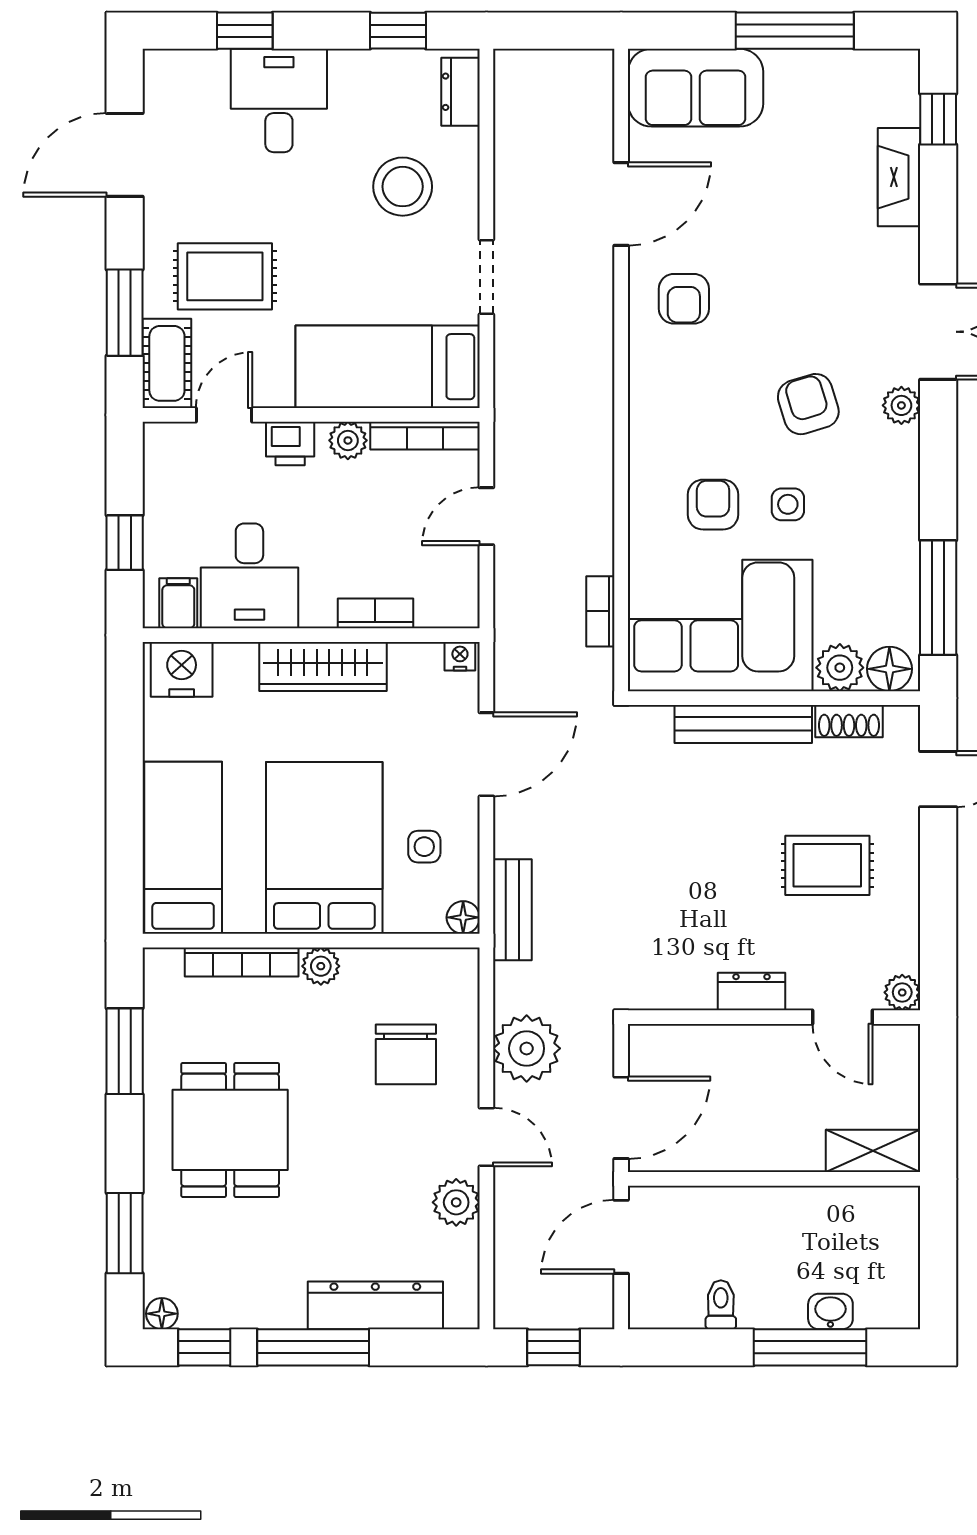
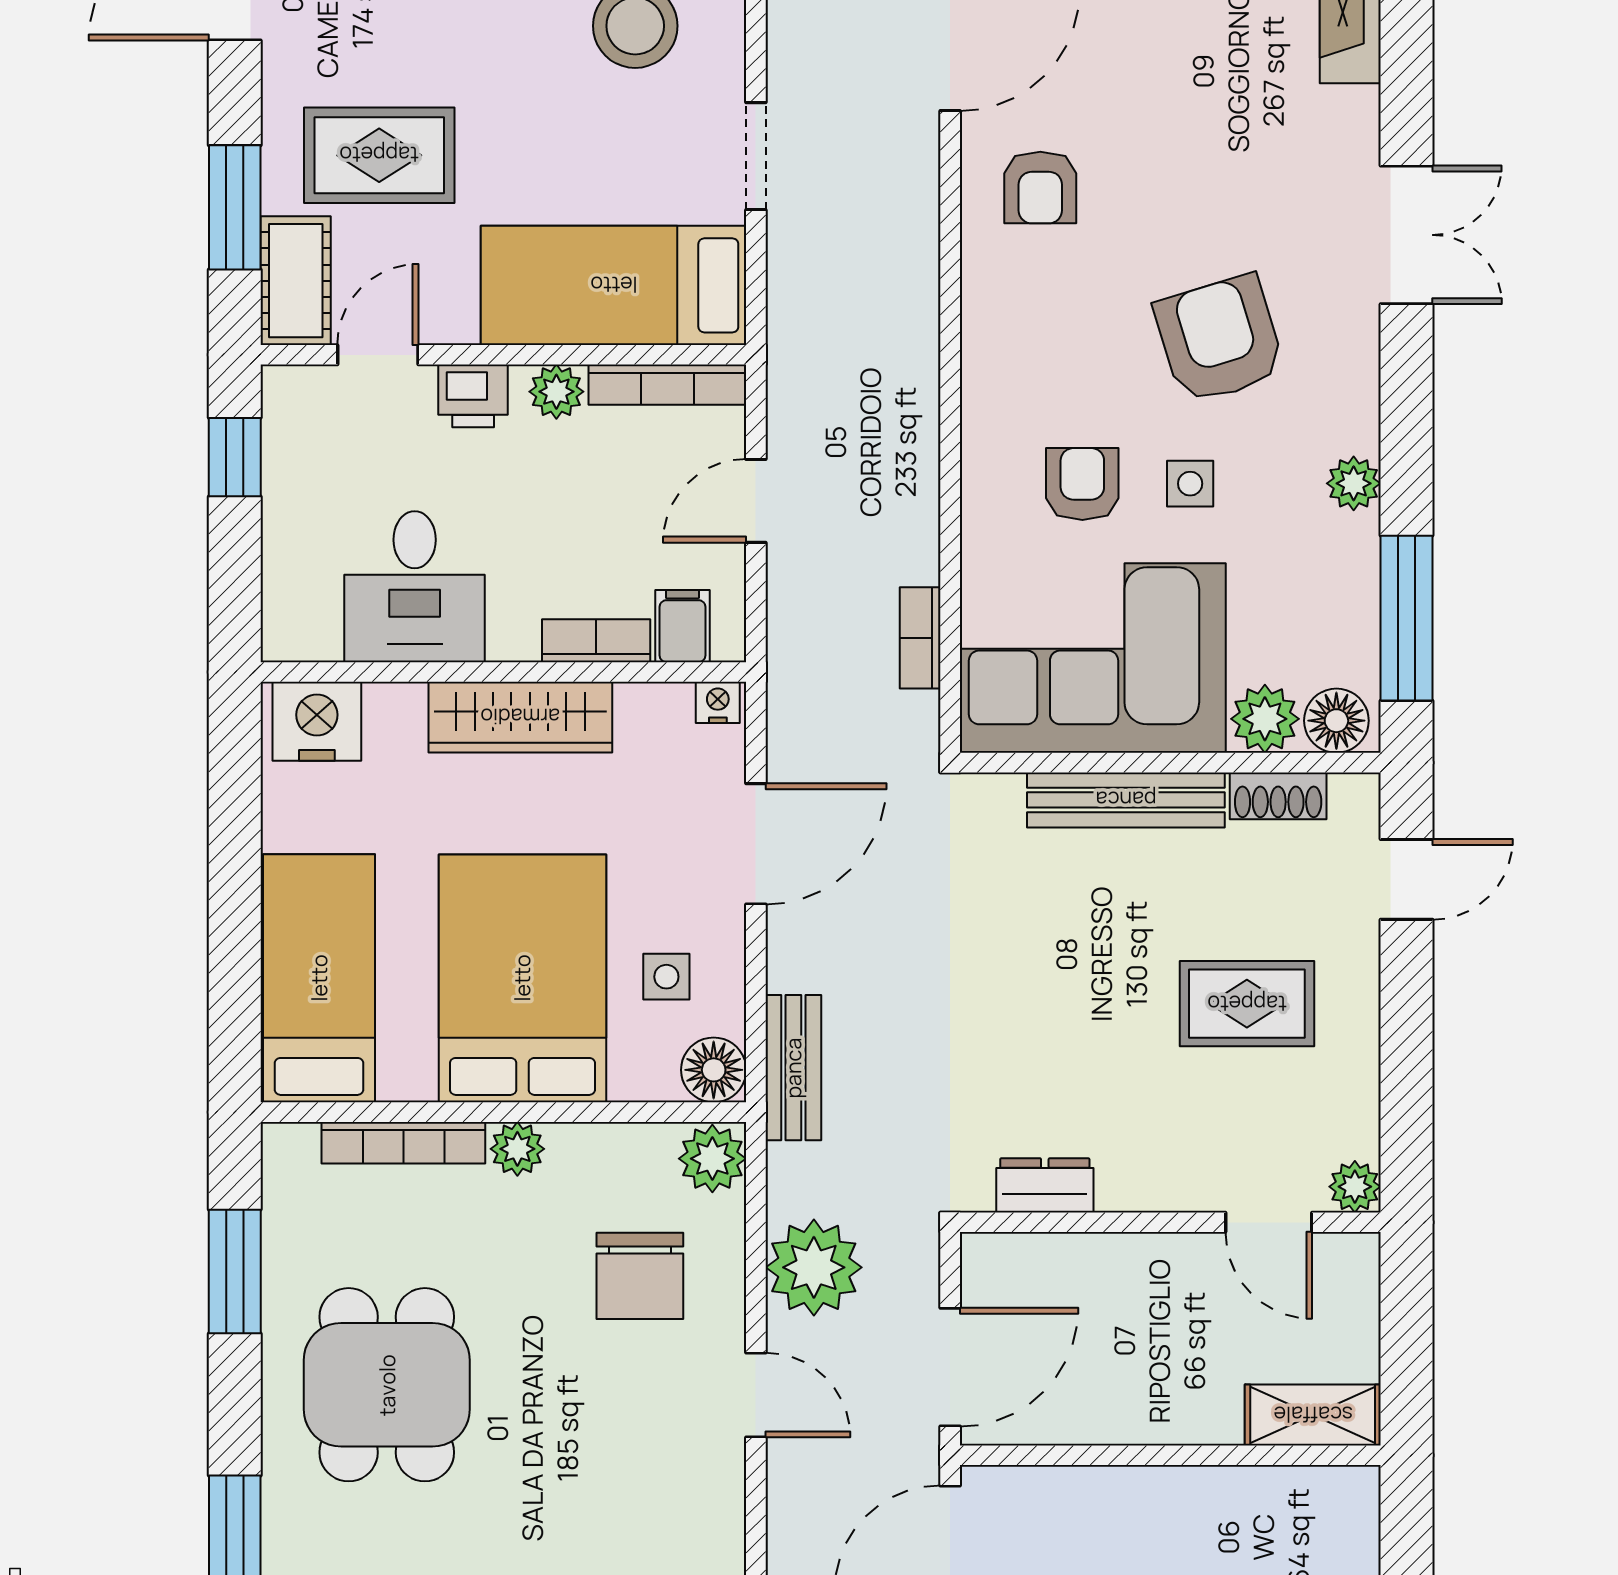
armchair: (808, 404) -> (1220, 339), width x1.38, depth x1.38
plant: (901, 405) -> (1354, 483), moved
window: (125, 543) -> (235, 457), moved
filing cabinet: (178, 603) -> (683, 626), moved
floor lamp: (463, 917) -> (714, 1070), width x1.37, depth x1.37
dresser: (752, 991) -> (1045, 1185), moved
plant: (456, 1202) -> (712, 1159), moved

